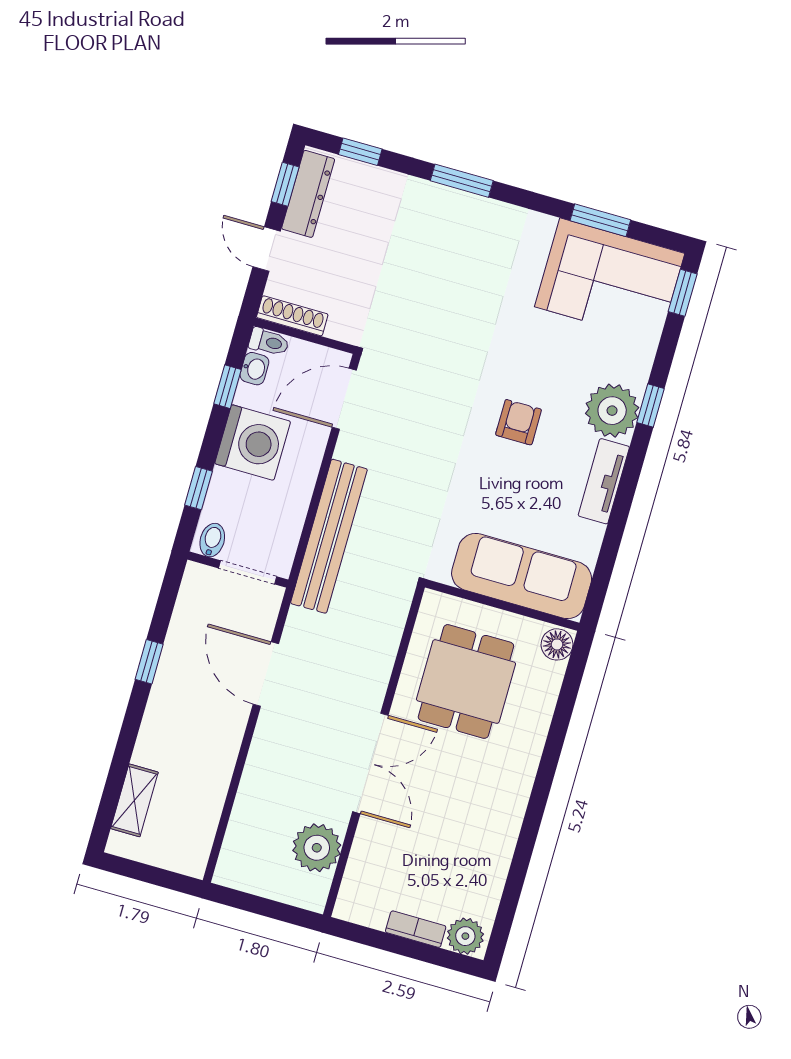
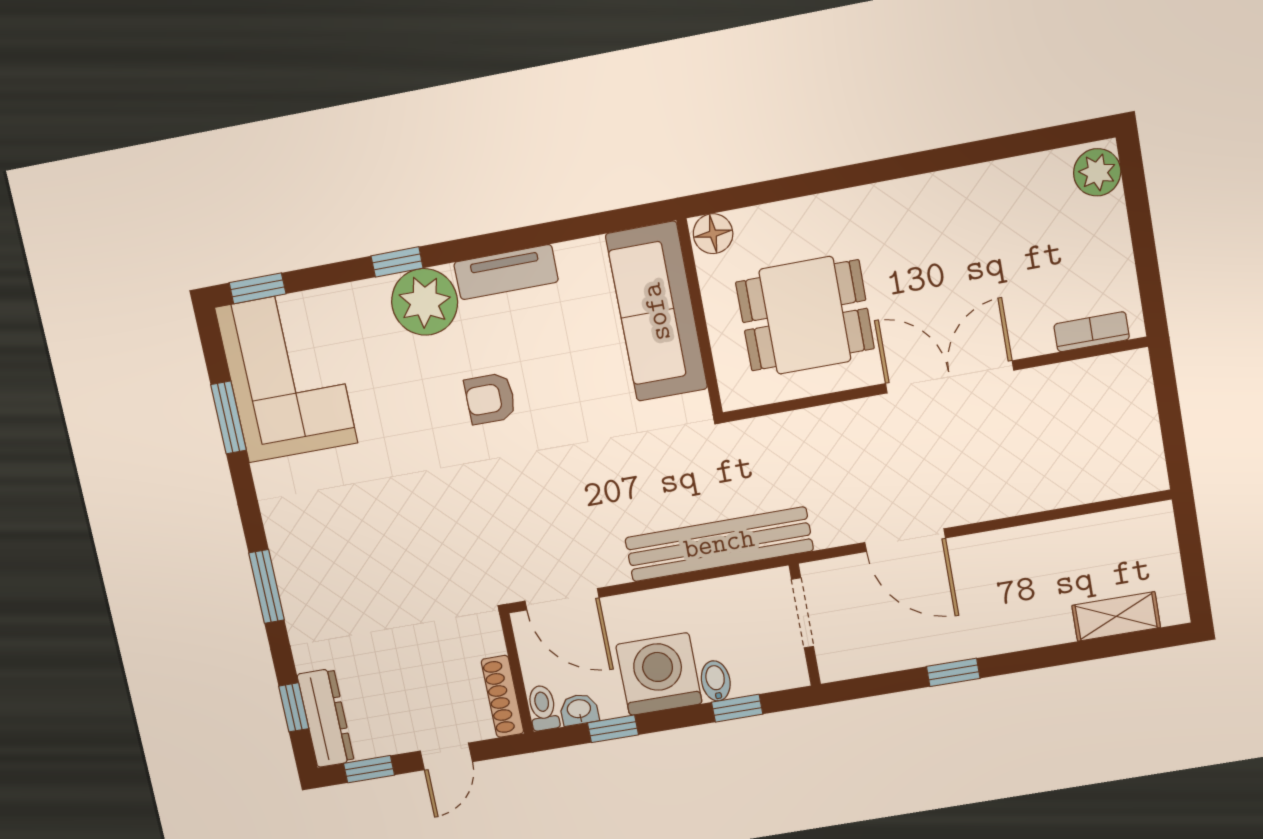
dresser: (308, 194) -> (326, 718), moved, turned 90
bidet: (212, 540) -> (716, 681), moved, turned 90
door: (266, 674) -> (905, 540), hinge flipped
plant: (317, 848) -> (1074, 391), removed
bookcase: (416, 929) -> (1092, 332), moved, turned 90

